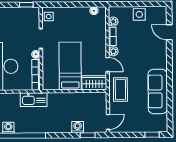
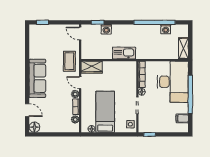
floor lamp: (161, 12) -> (34, 127), added
side table: (139, 14) -> (53, 125), removed
bed: (70, 66) -> (105, 112), moved, turned 180
sofa: (158, 91) -> (37, 78), moved
kitchen sink: (34, 100) -> (124, 53), moved
door: (108, 122) -> (80, 34), hinge flipped

